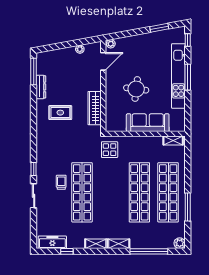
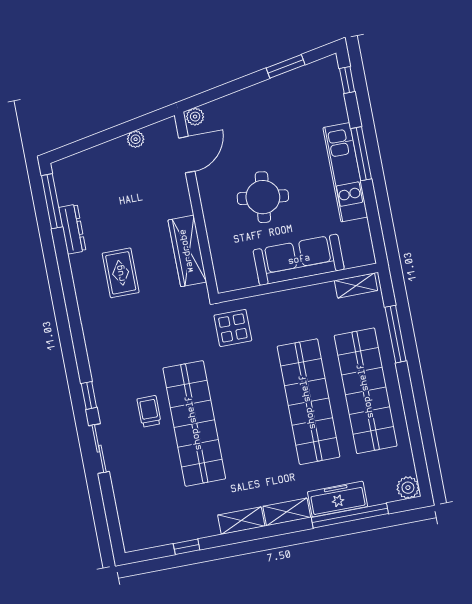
kitchen unit: (178, 76) -> (345, 172), width x0.73
rug: (60, 113) -> (121, 273), turned 90
window: (188, 207) -> (396, 334), moved
freezer: (52, 242) -> (338, 499), moved

